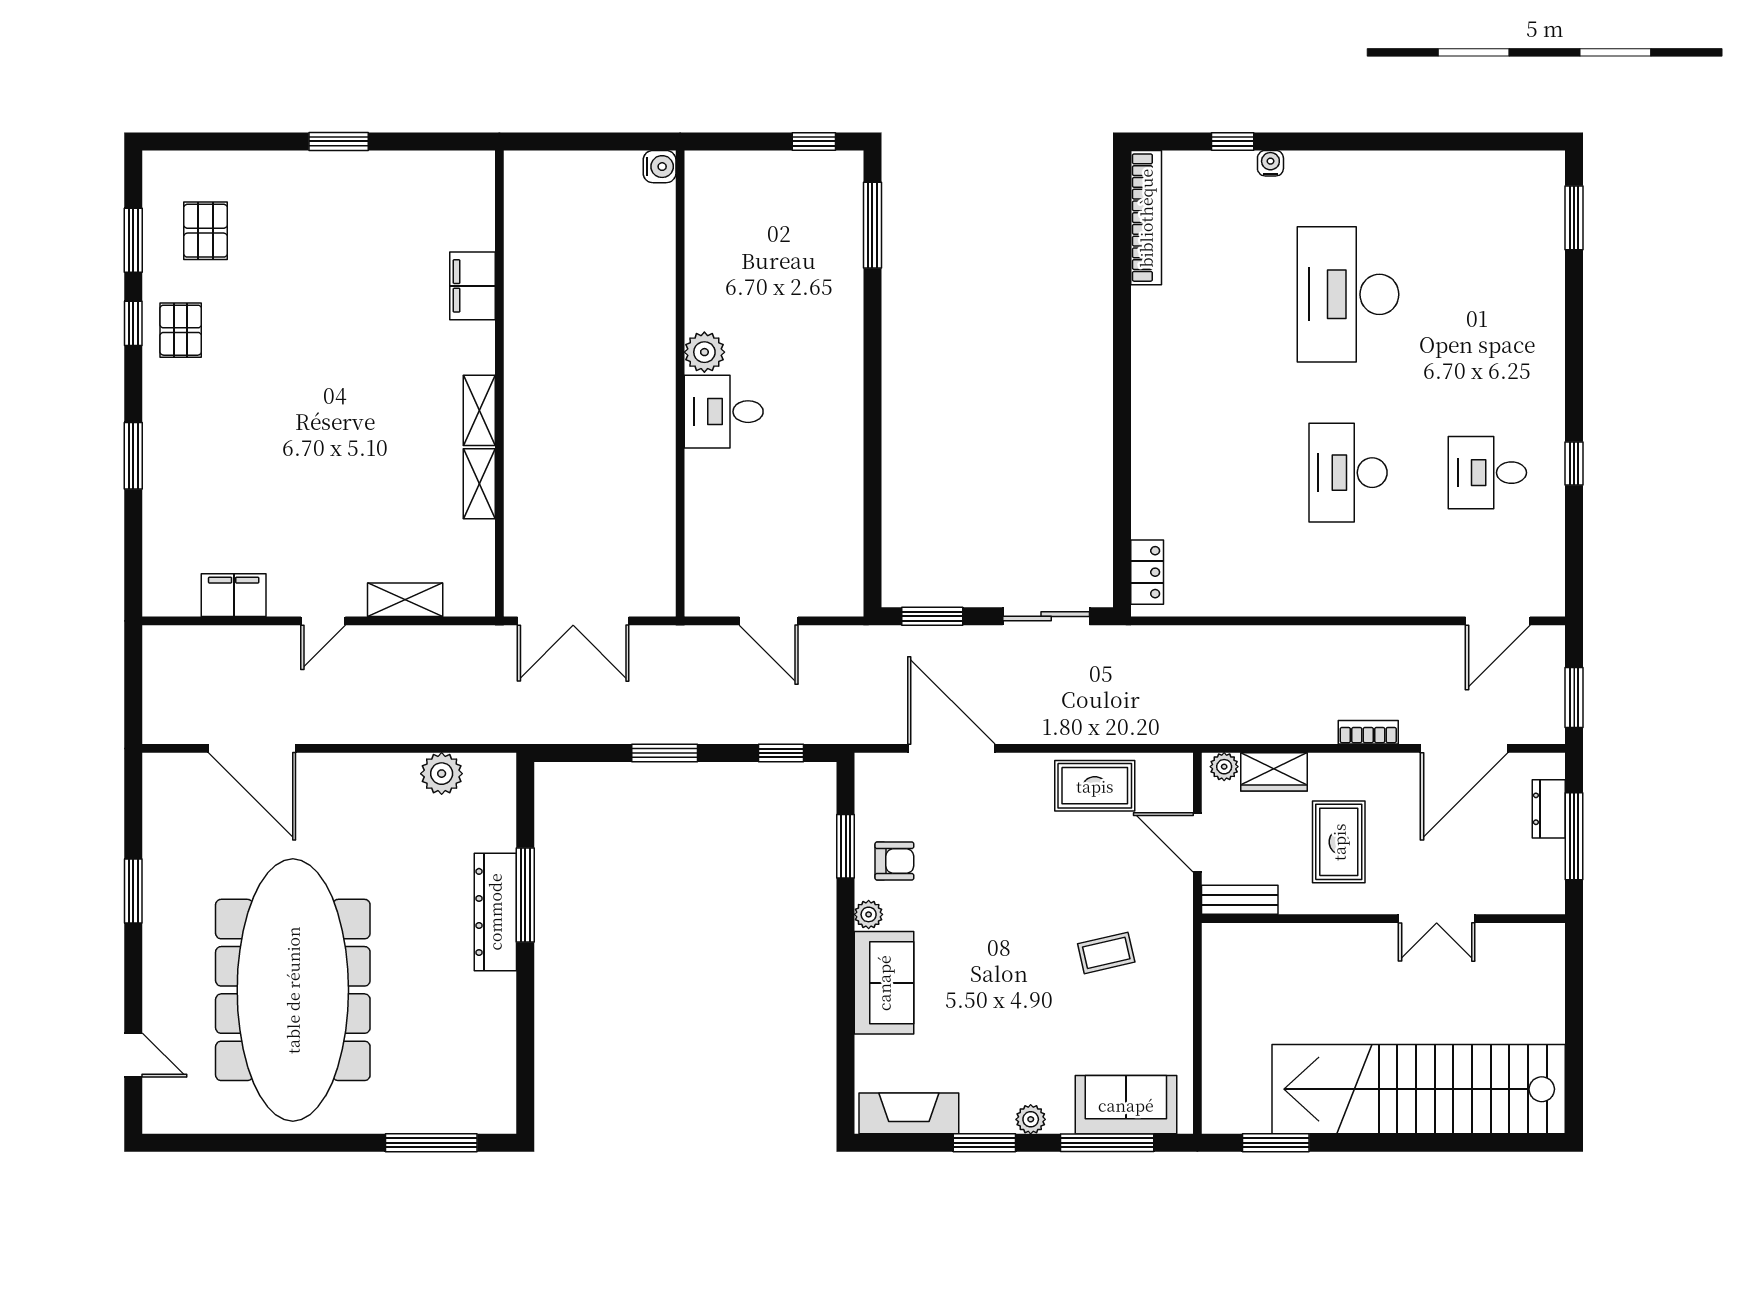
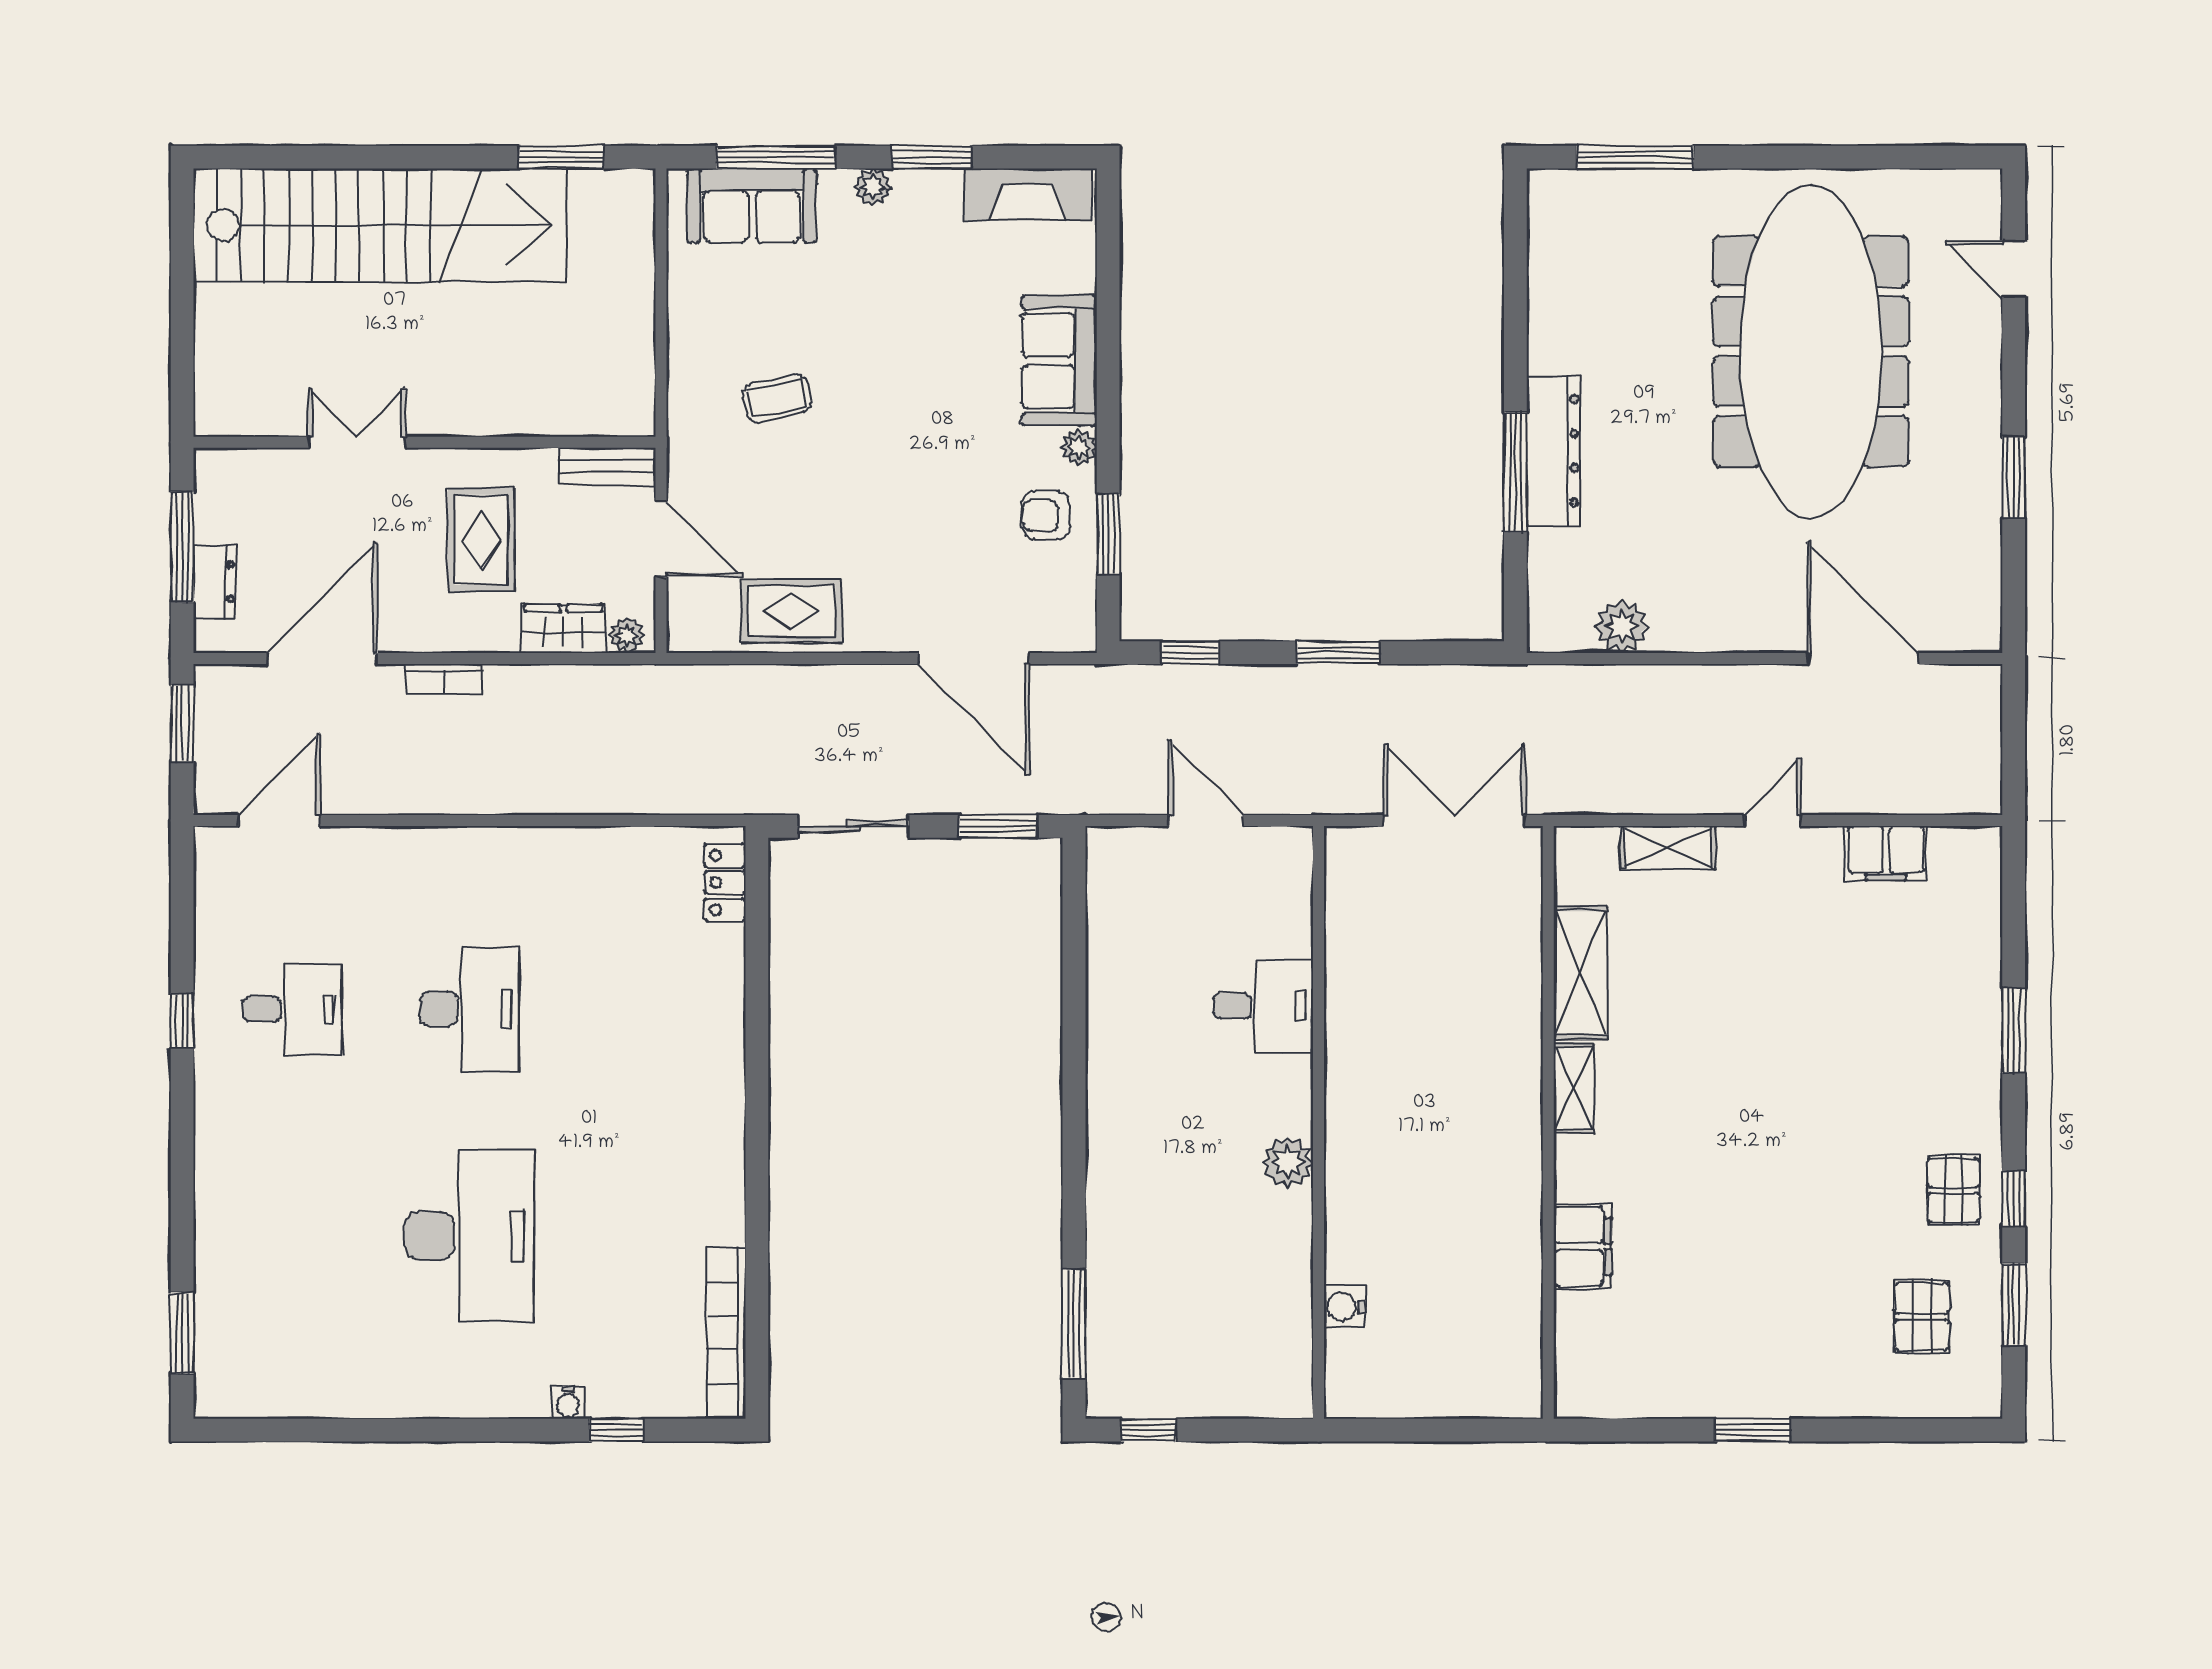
water cooler: (660, 167) -> (1345, 1307), moved
desk: (724, 412) -> (1263, 1006), moved
shelving: (479, 484) -> (1580, 973), width x1.50, depth x1.33

